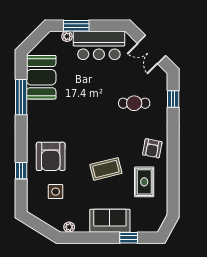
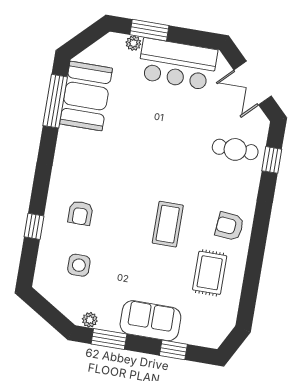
window: (21, 97) -> (55, 101), moved
cafe table: (134, 103) -> (235, 149), moved
armchair: (152, 148) -> (230, 226), turned 84
armchair: (51, 156) -> (80, 213), width x0.53, depth x0.53
coffee table: (106, 169) -> (168, 224), moved, turned -76
window: (84, 238) -> (109, 339), added

